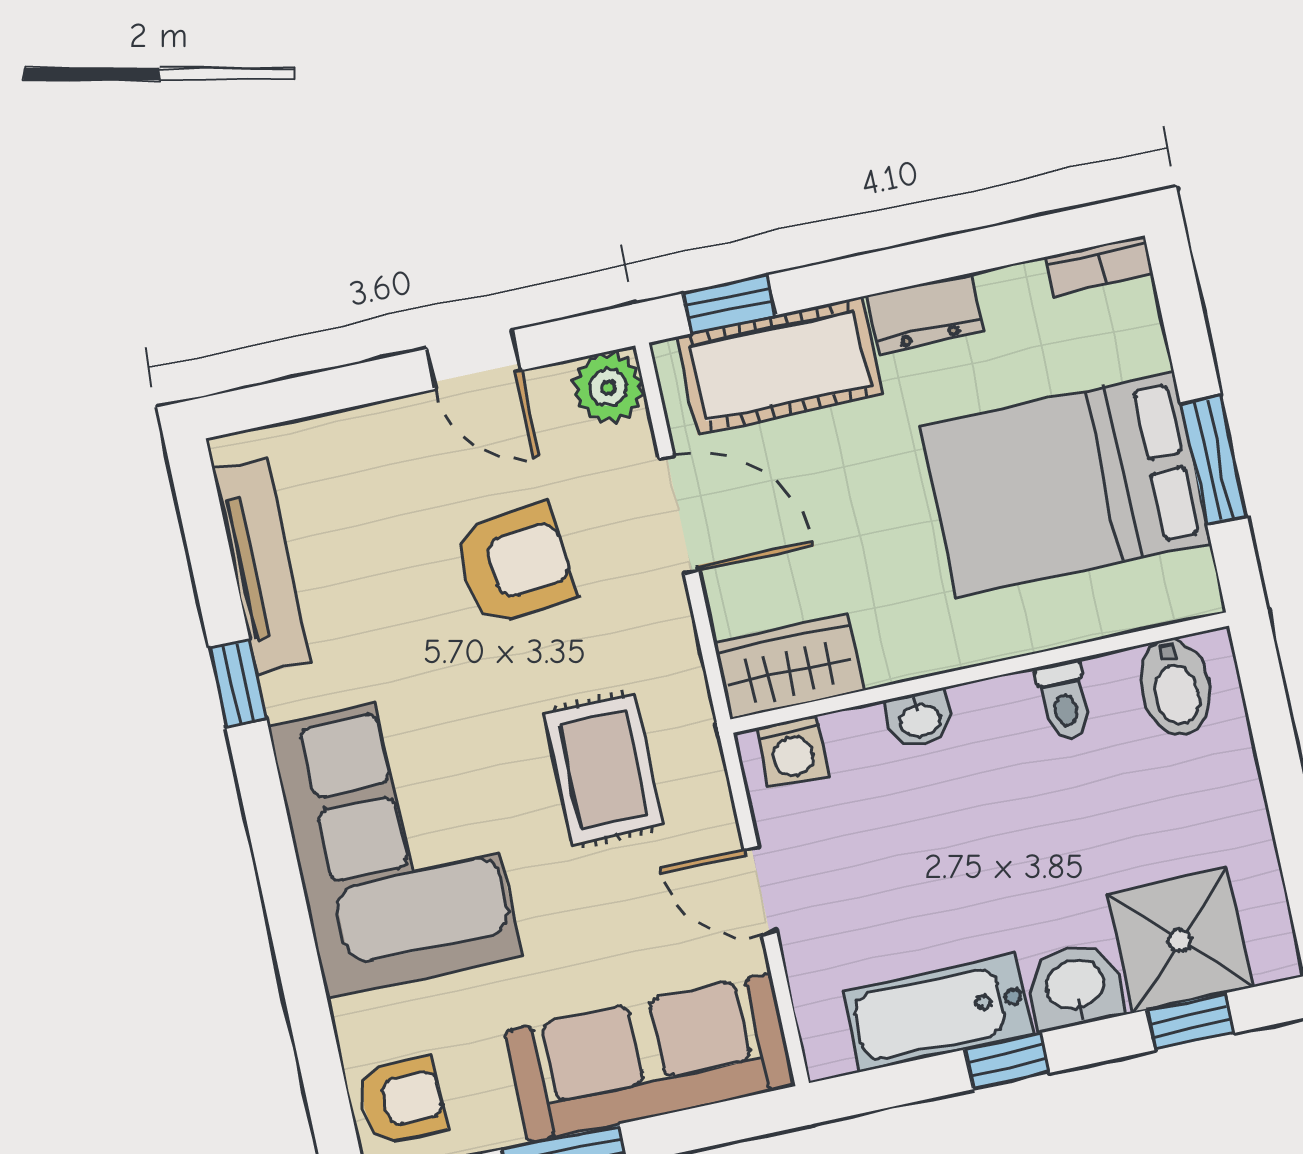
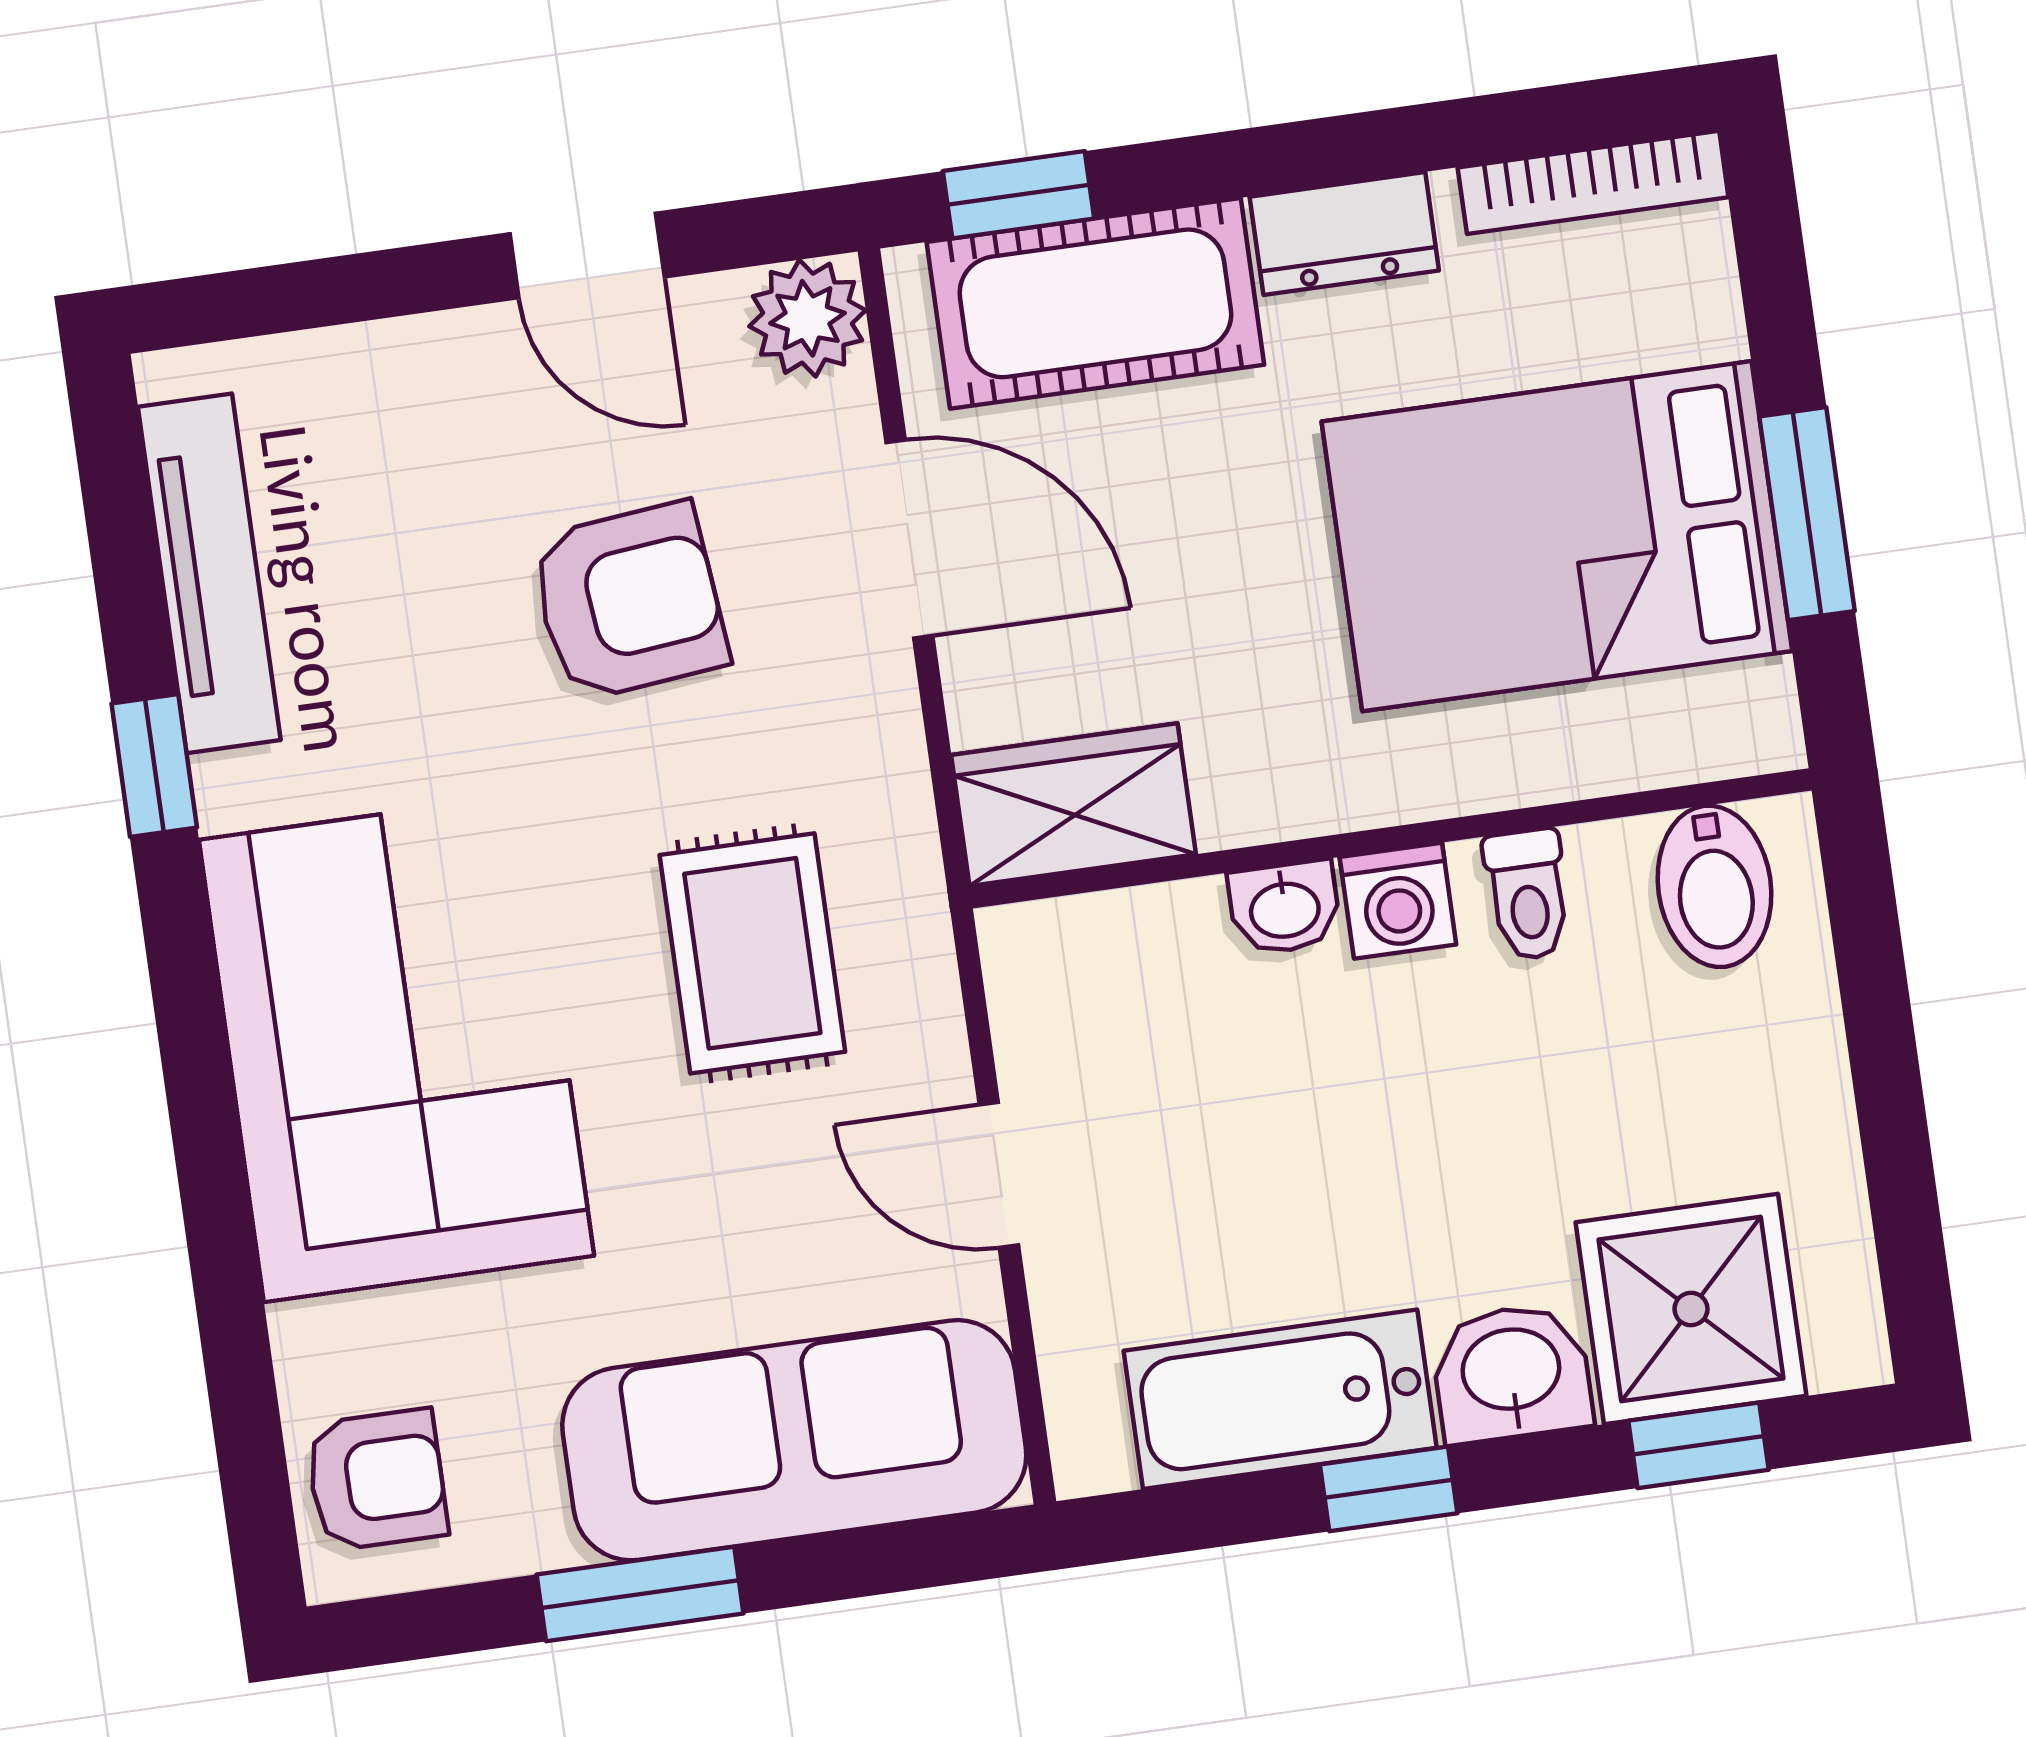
bookcase: (1100, 266) -> (1593, 182), width x1.56
washing machine: (793, 751) -> (1398, 901), moved

